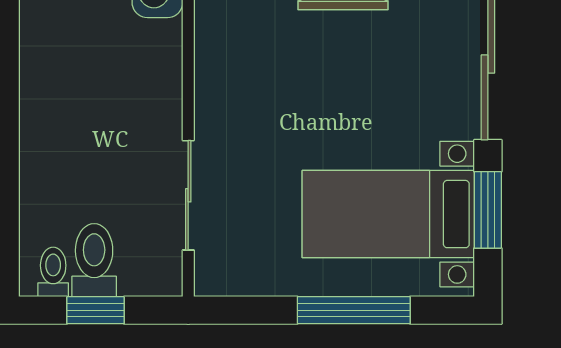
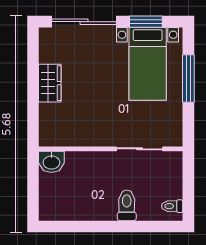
toilet: (94, 260) -> (127, 205), moved, turned 90
window: (96, 310) -> (188, 188), removed

